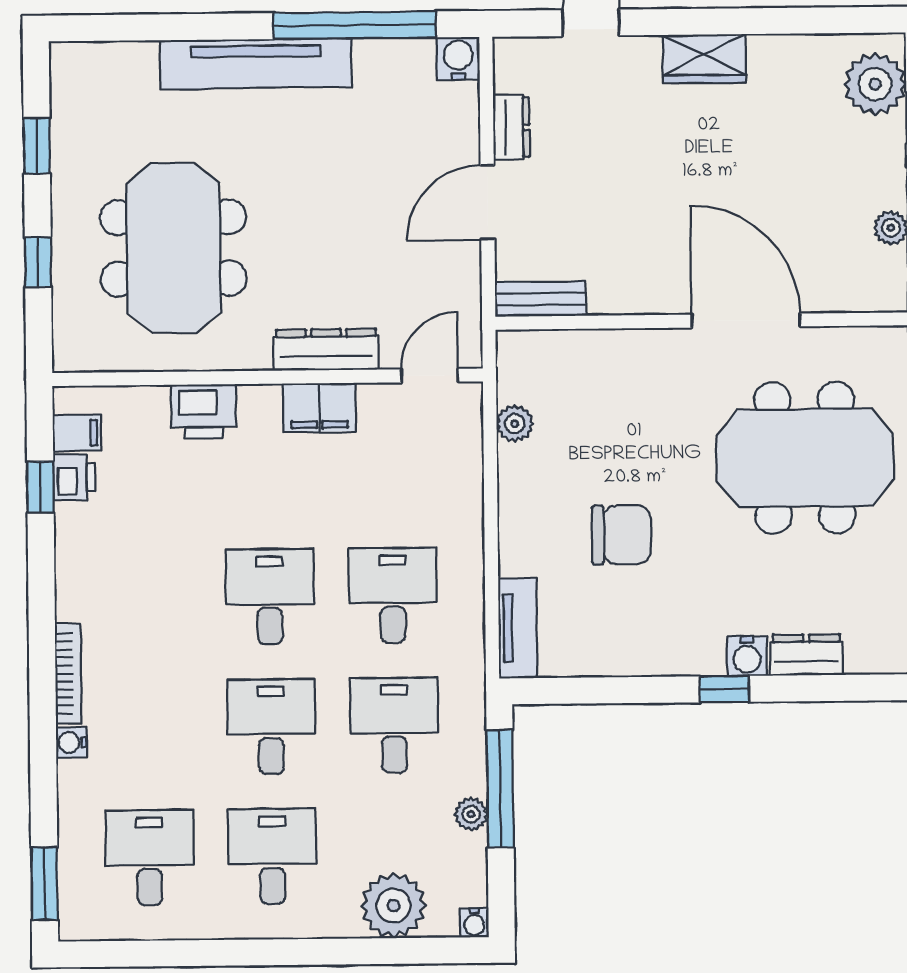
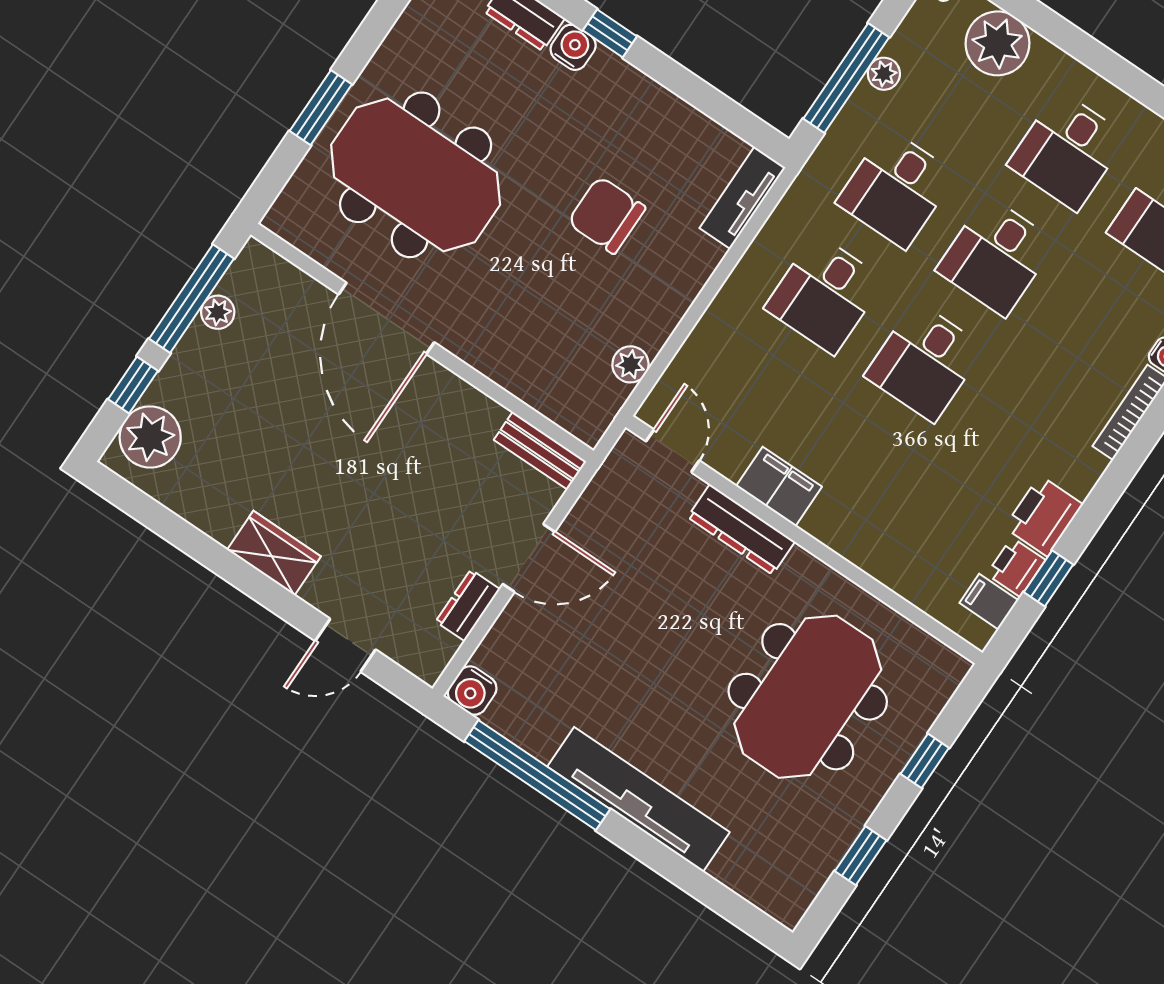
door: (429, 376) -> (673, 451), swing flipped
printer: (204, 411) -> (1044, 516), moved, turned -90

